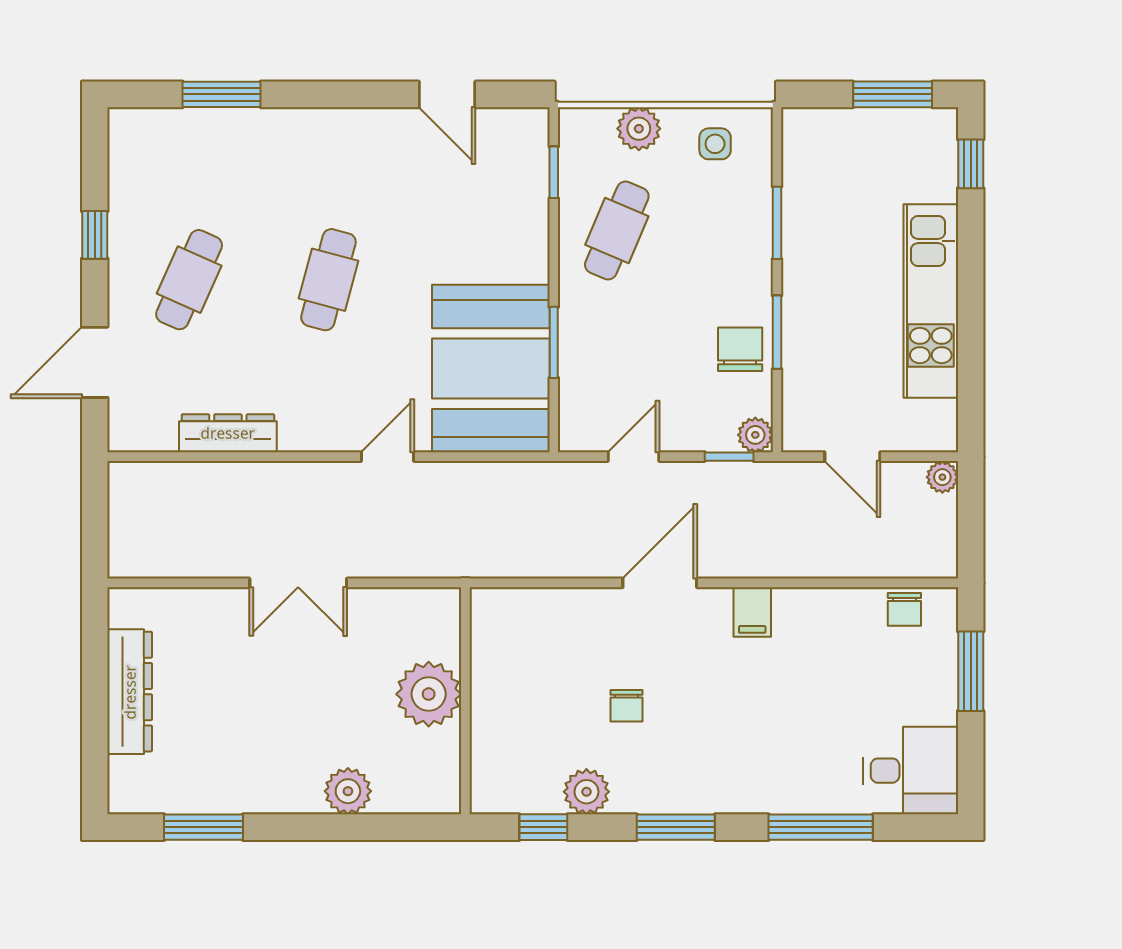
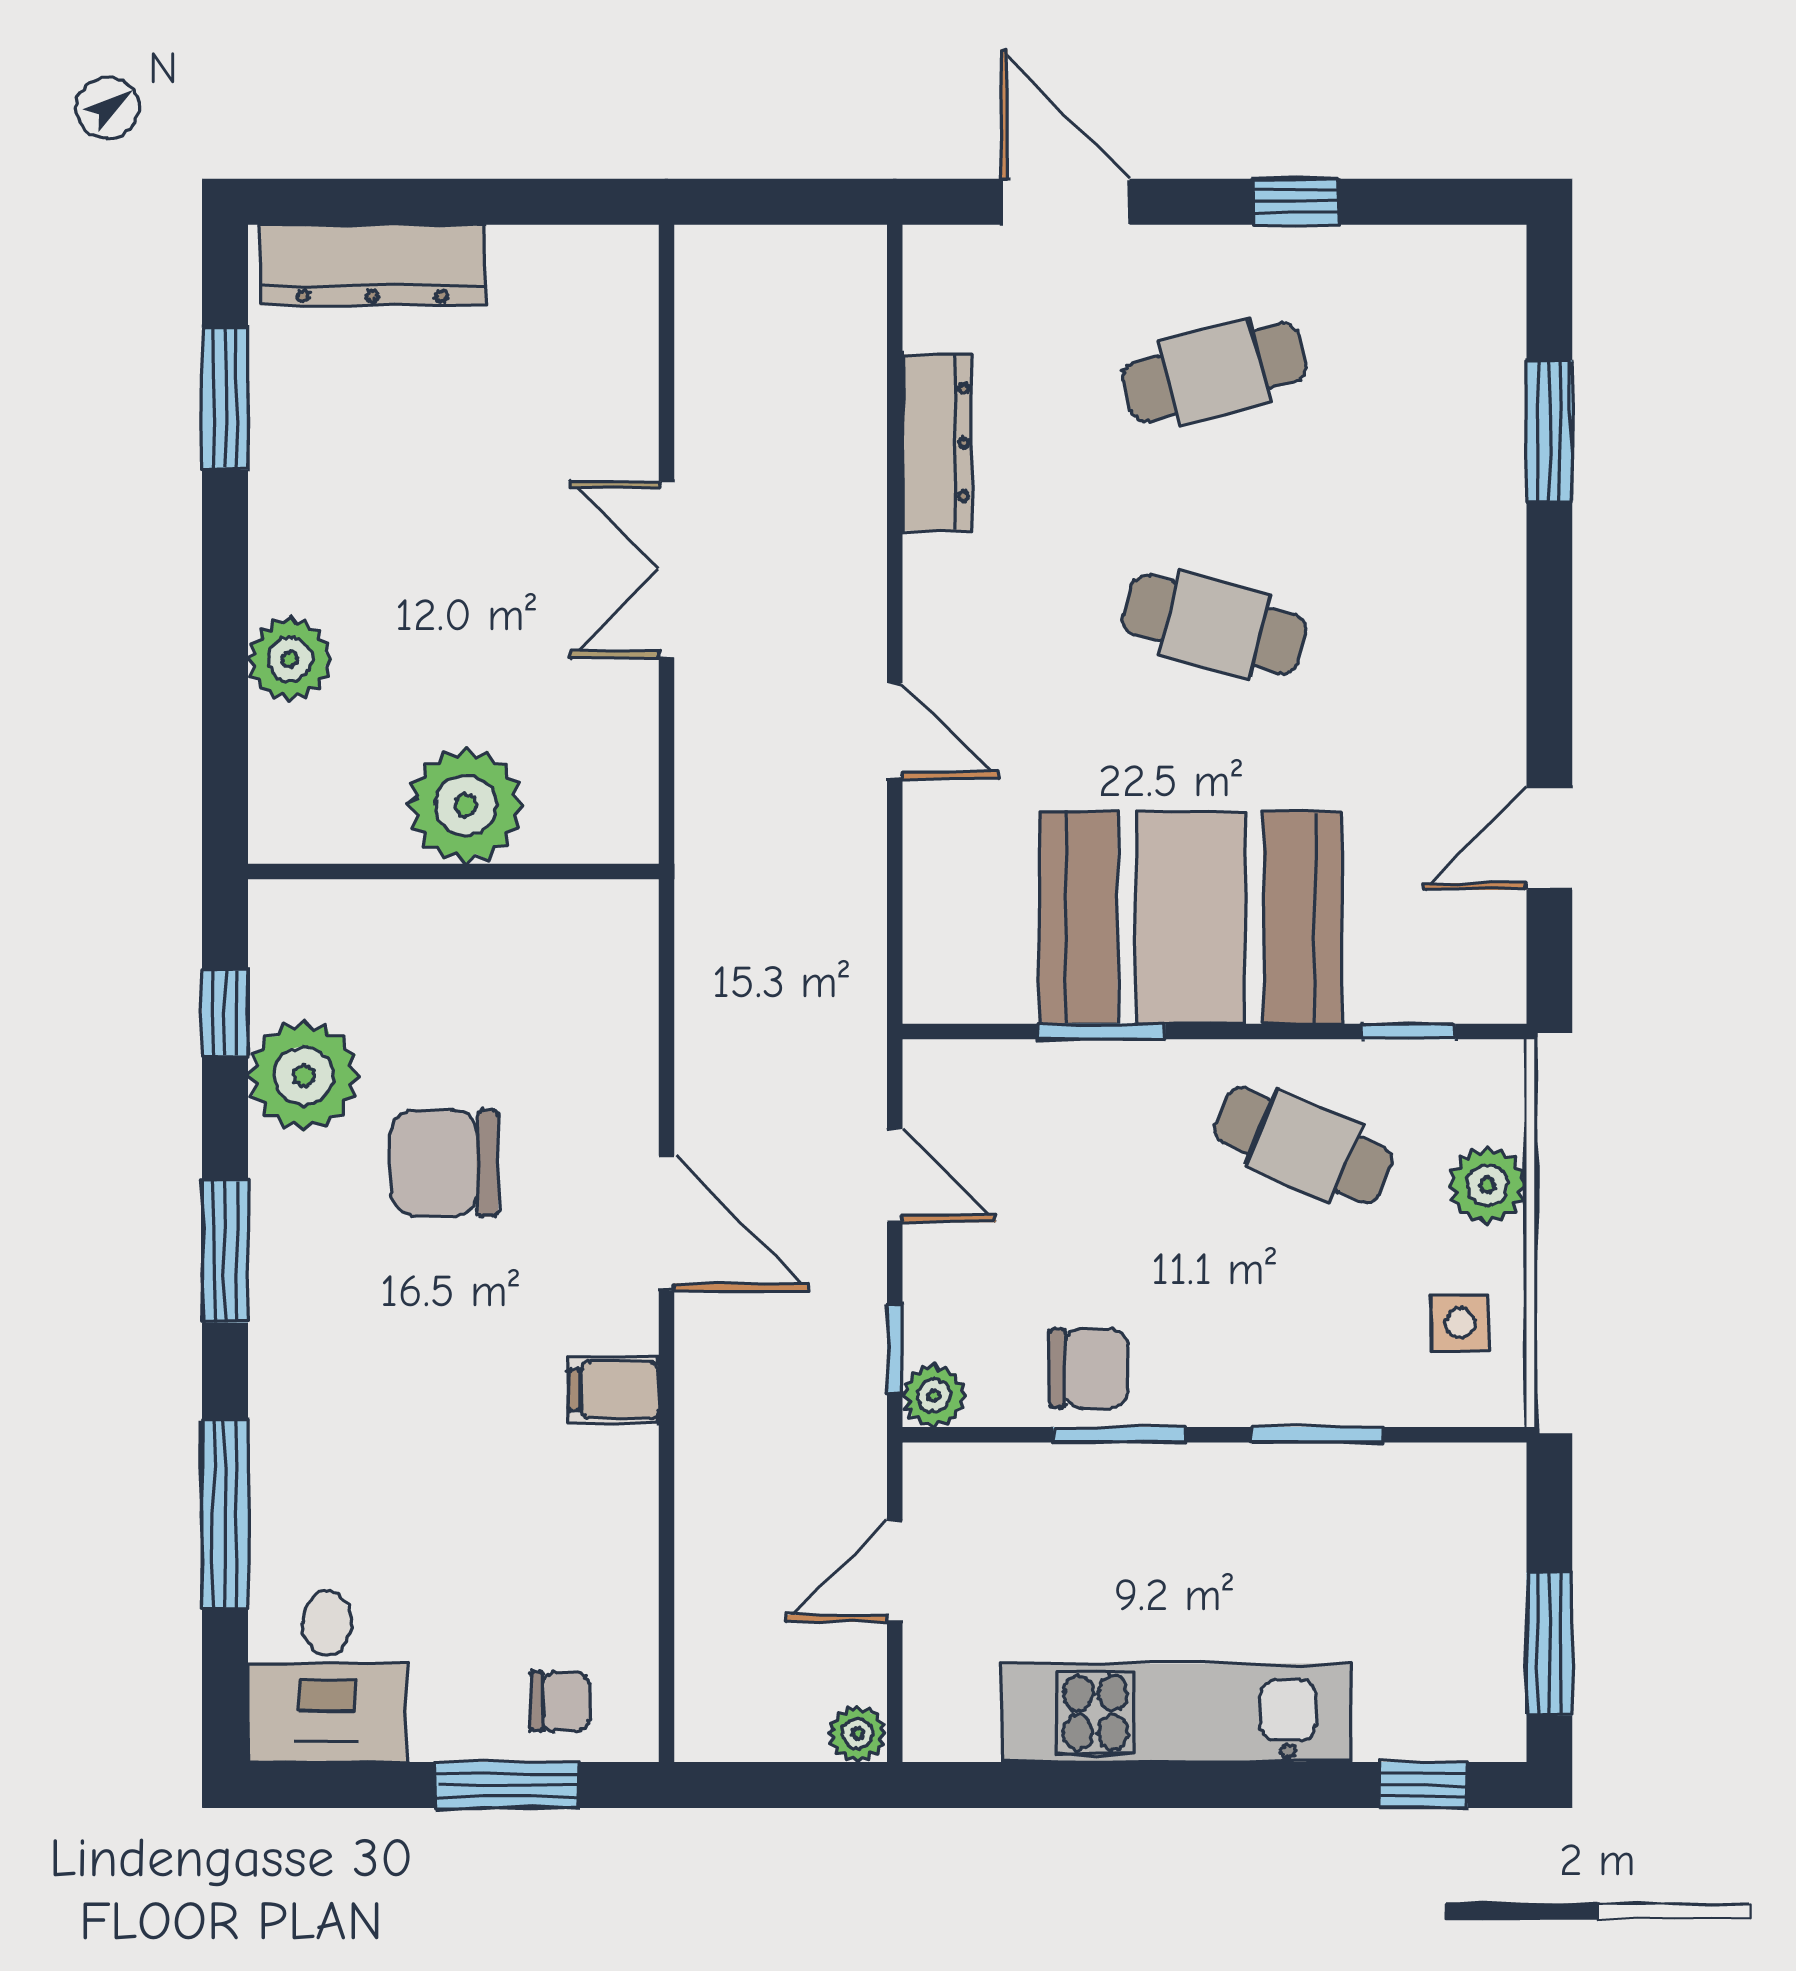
cafe table: (189, 280) -> (1214, 372), turned -39
booth: (491, 369) -> (1190, 918), moved
chair: (904, 609) -> (560, 1701), moved, turned 180
dresser: (130, 692) -> (372, 265), moved
chair: (627, 706) -> (444, 1163), width x1.87, depth x1.87
plant: (586, 792) -> (304, 1076), width x1.36, depth x1.36

